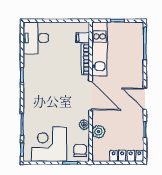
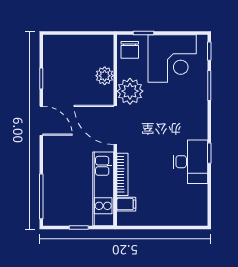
desk: (36, 38) -> (190, 162), moved
plant: (84, 125) -> (130, 91), width x1.88, depth x1.88
locker: (126, 156) -> (66, 42), removed

